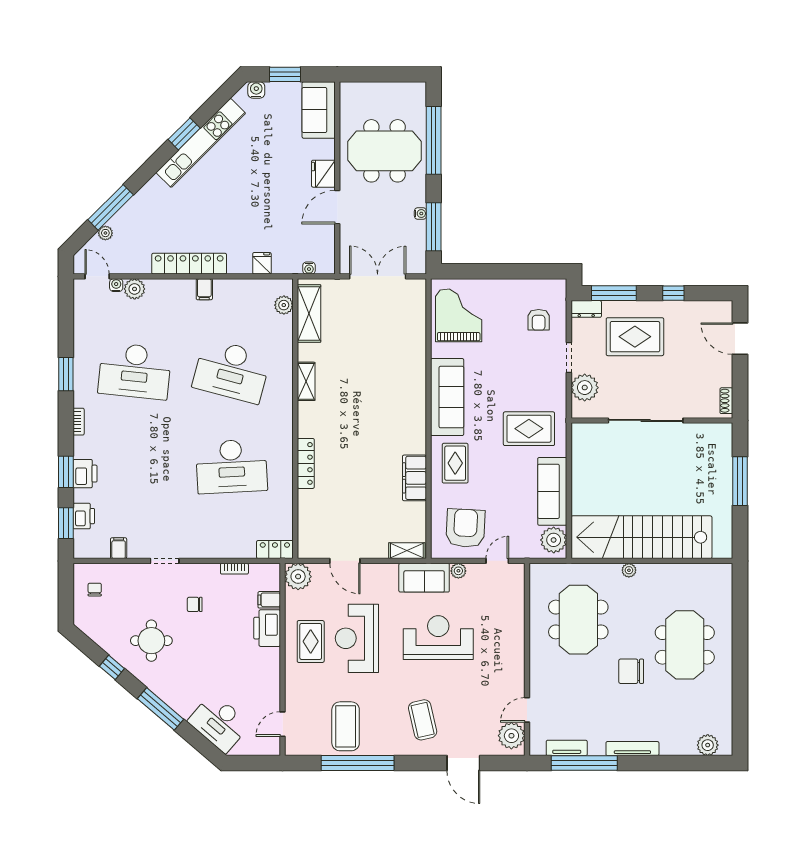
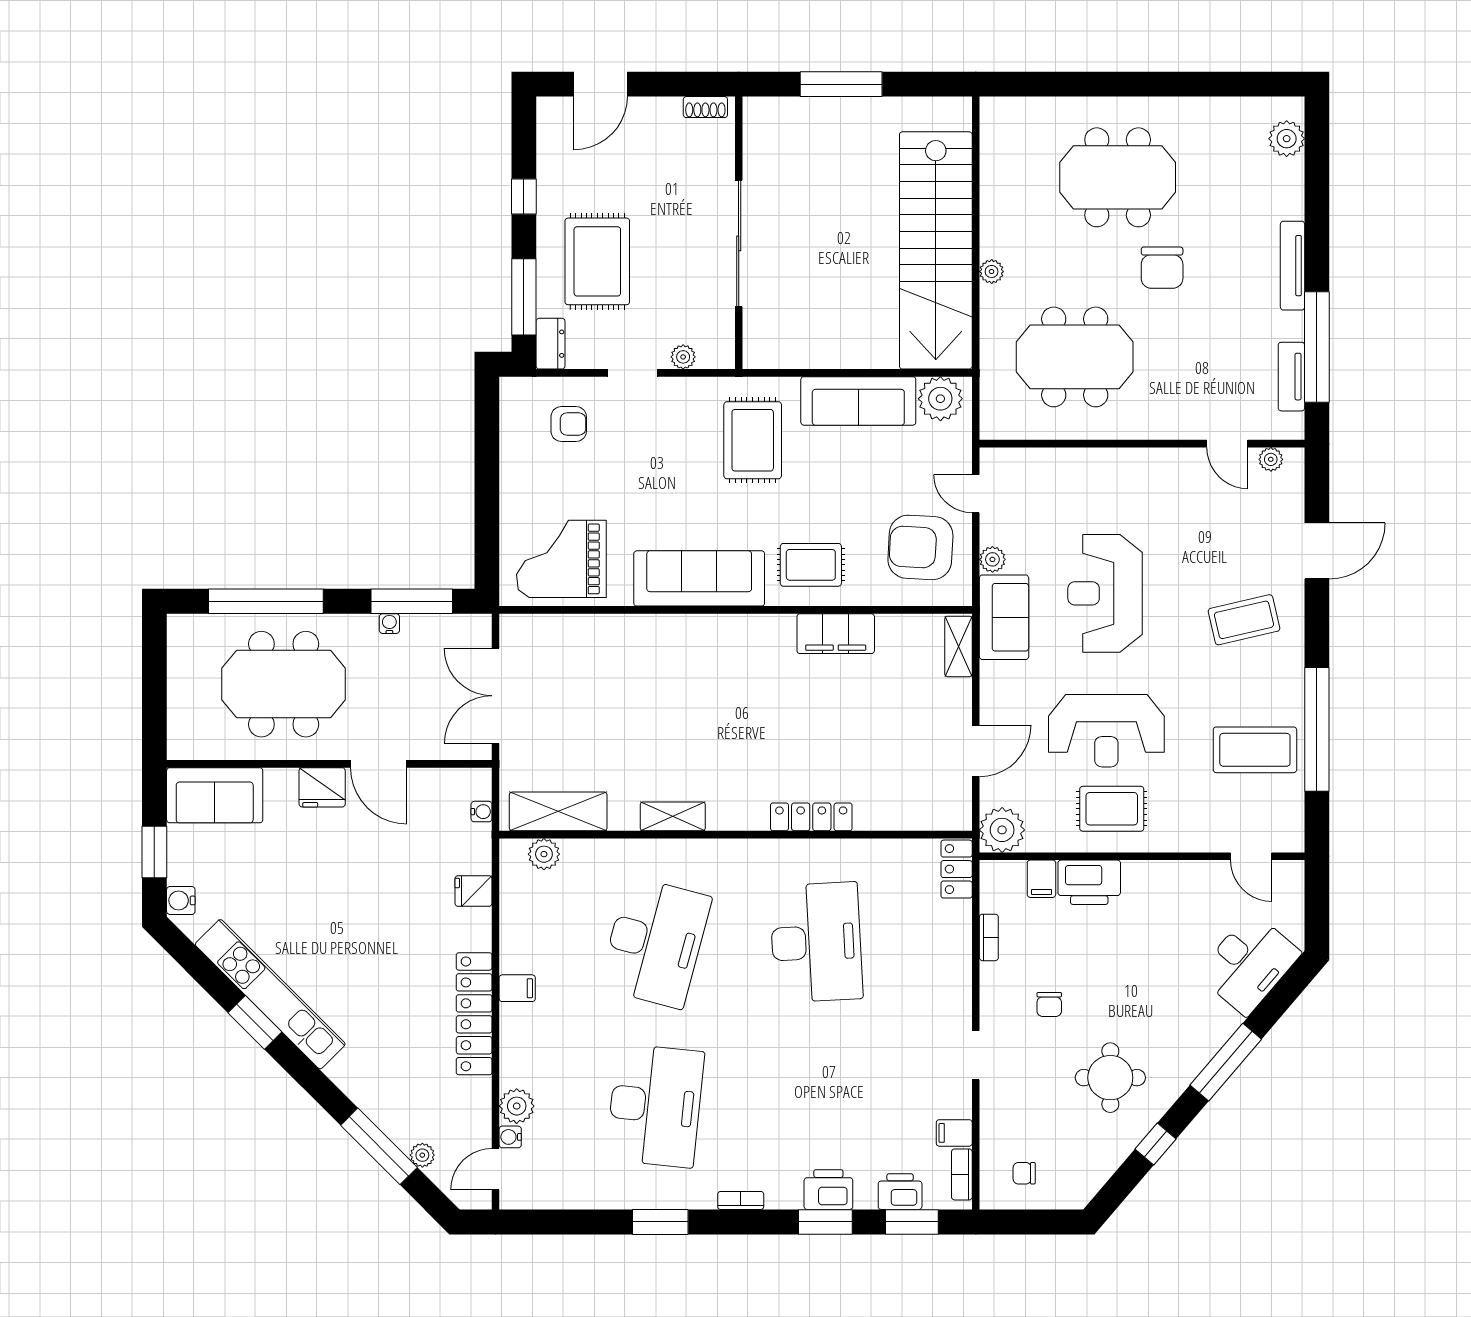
meeting table: (384, 151) -> (284, 684), turned 90
plant: (585, 388) -> (683, 357), width x0.53, depth x0.53
bookcase: (94, 553) -> (962, 1174), added
plant: (511, 736) -> (1271, 459), width x0.53, depth x0.53

